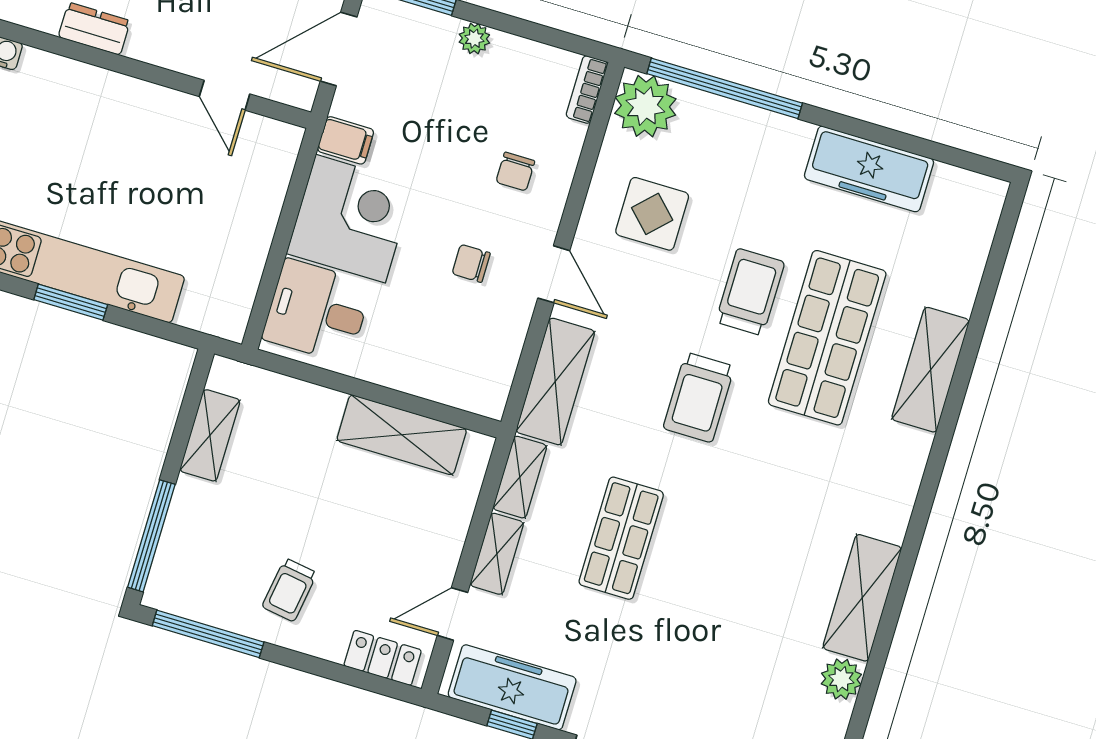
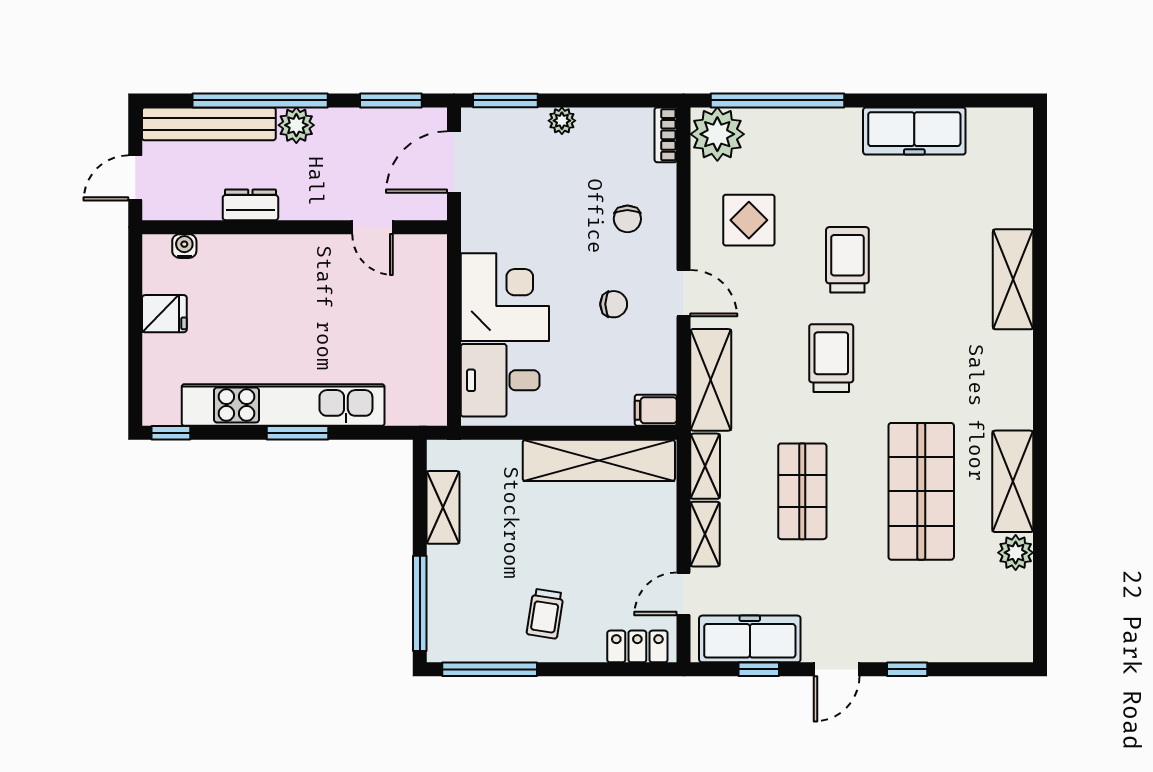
filing cabinet: (346, 140) -> (656, 410), moved, turned 180
chair: (471, 263) -> (614, 304), turned 180
shop shelf: (827, 338) -> (921, 491), moved
trolley: (699, 397) -> (831, 358), turned 180
shelving: (402, 435) -> (599, 460), width x1.47

